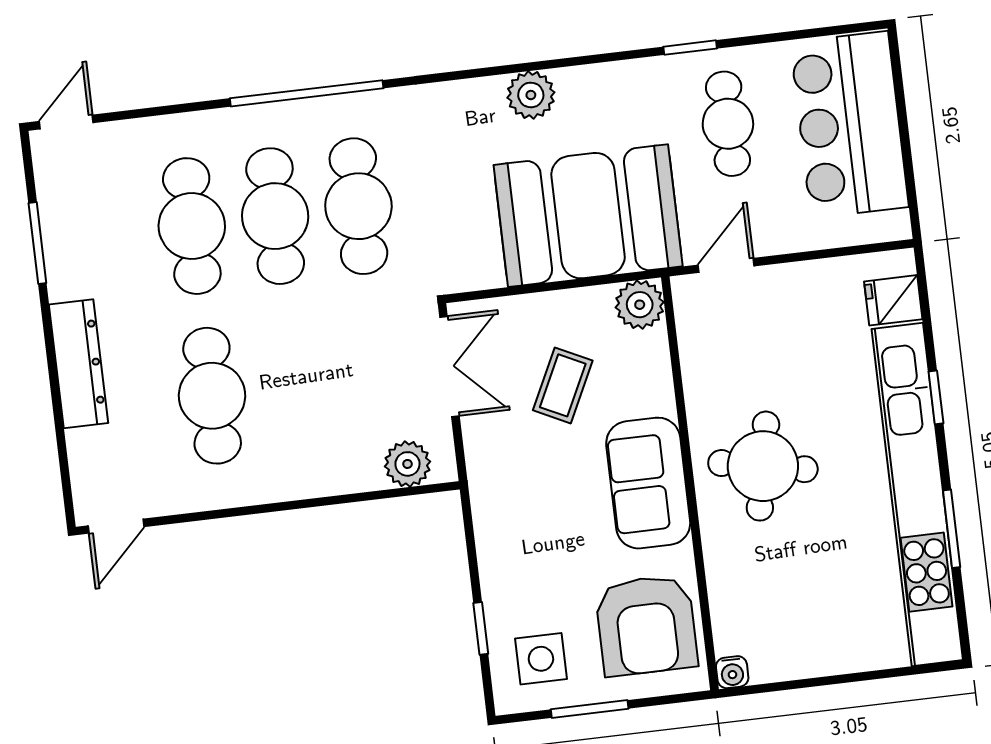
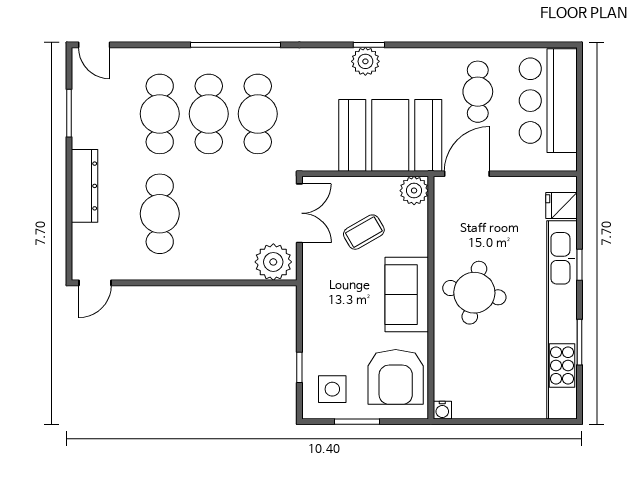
window: (690, 48) -> (369, 45), moved
door: (66, 122) -> (94, 45), swing flipped
door: (726, 265) -> (467, 174), width x1.38
coffee table: (563, 385) -> (364, 232), turned 34
plant: (407, 464) -> (273, 262), width x1.36, depth x1.36

